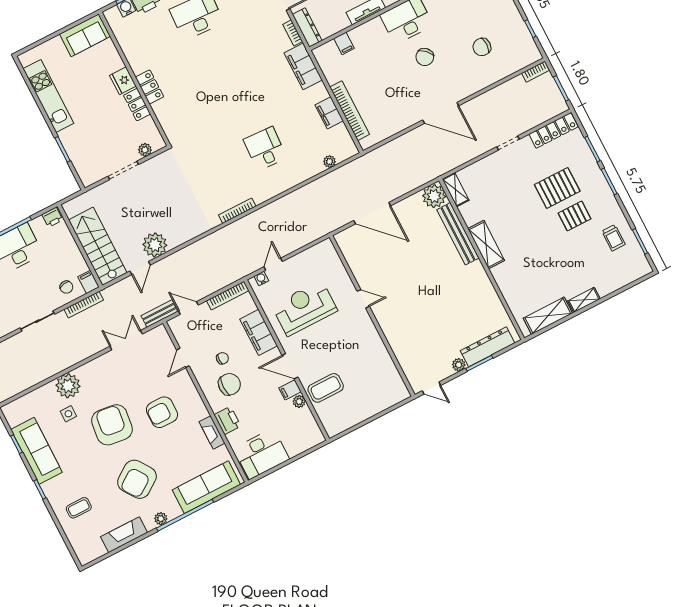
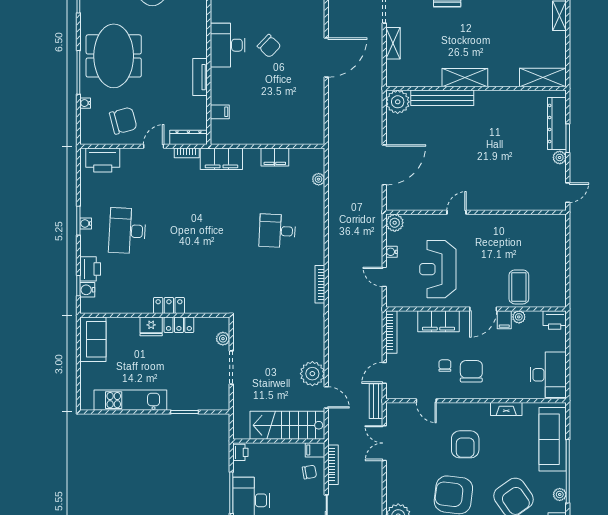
bookcase: (350, 111) -> (282, 138), removed
shelving: (456, 190) -> (393, 43), moved, turned 90
plant: (326, 249) -> (395, 223), added
water cooler: (261, 278) -> (391, 252), moved
shelving: (548, 316) -> (543, 77), moved, turned 90
printer: (228, 420) -> (555, 320), moved, turned 180

